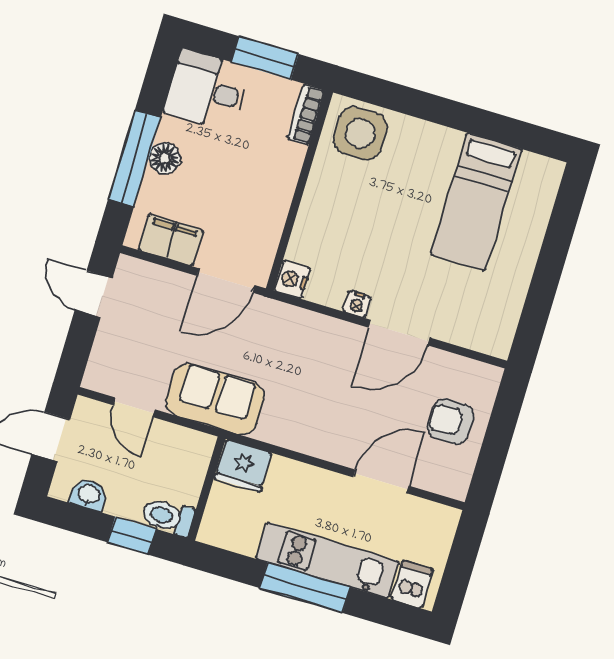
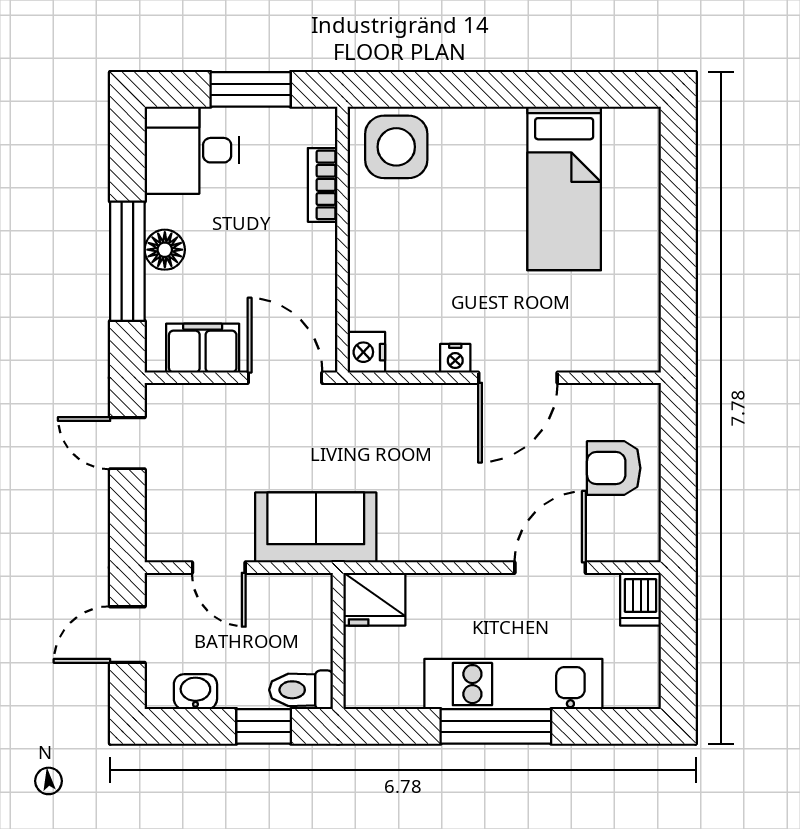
bookcase: (306, 114) -> (323, 185), moved
door: (226, 281) -> (285, 378), swing flipped
dishwasher: (412, 584) -> (641, 599), moved, turned 180

